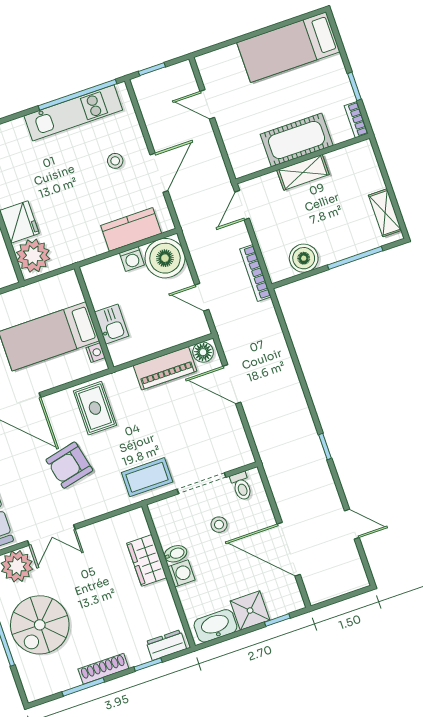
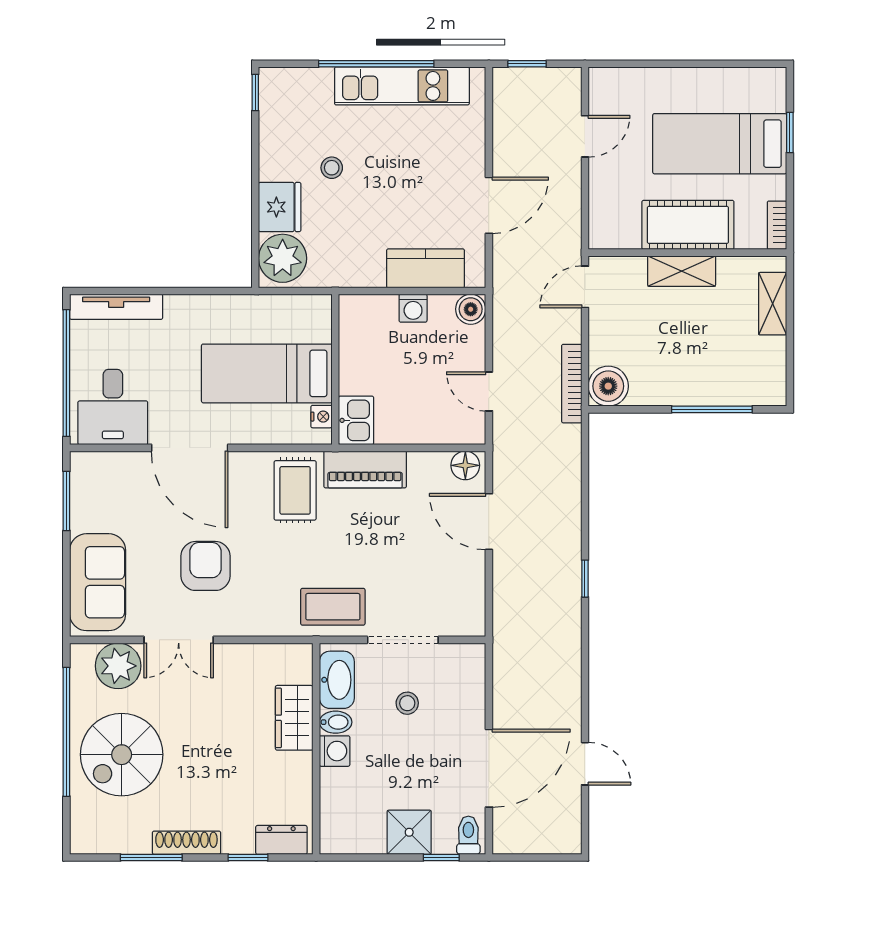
bed: (288, 47) -> (720, 144), moved
window: (354, 86) -> (790, 132), moved
window: (78, 95) -> (376, 64), moved
door: (207, 104) -> (585, 136), swing flipped
stool: (115, 161) -> (332, 168), moved
shelving: (385, 213) -> (773, 304), moved
boiler: (165, 258) -> (471, 309), width x0.54, depth x0.54
boiler: (304, 258) -> (608, 386), moved
kitchen sink: (112, 324) -> (356, 420), moved
piano: (165, 368) -> (365, 469), moved
window: (325, 446) -> (585, 579), moved
armchair: (69, 465) -> (205, 566), moved, turned 103
toilet: (241, 486) -> (468, 835), moved, turned 180
door: (289, 549) -> (489, 768), swing flipped
washbasin: (215, 626) -> (337, 680), moved, turned 90

